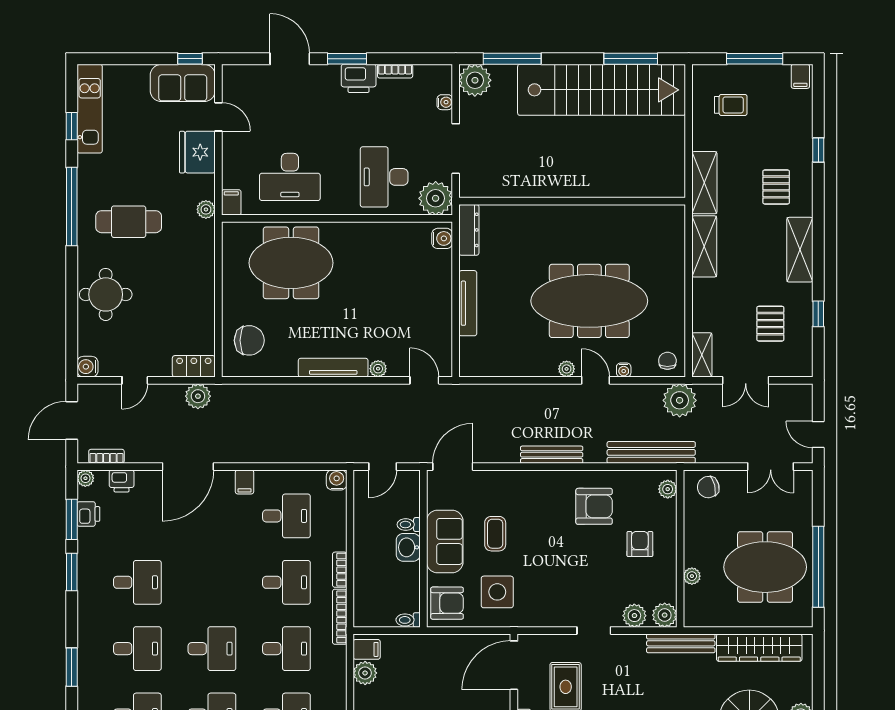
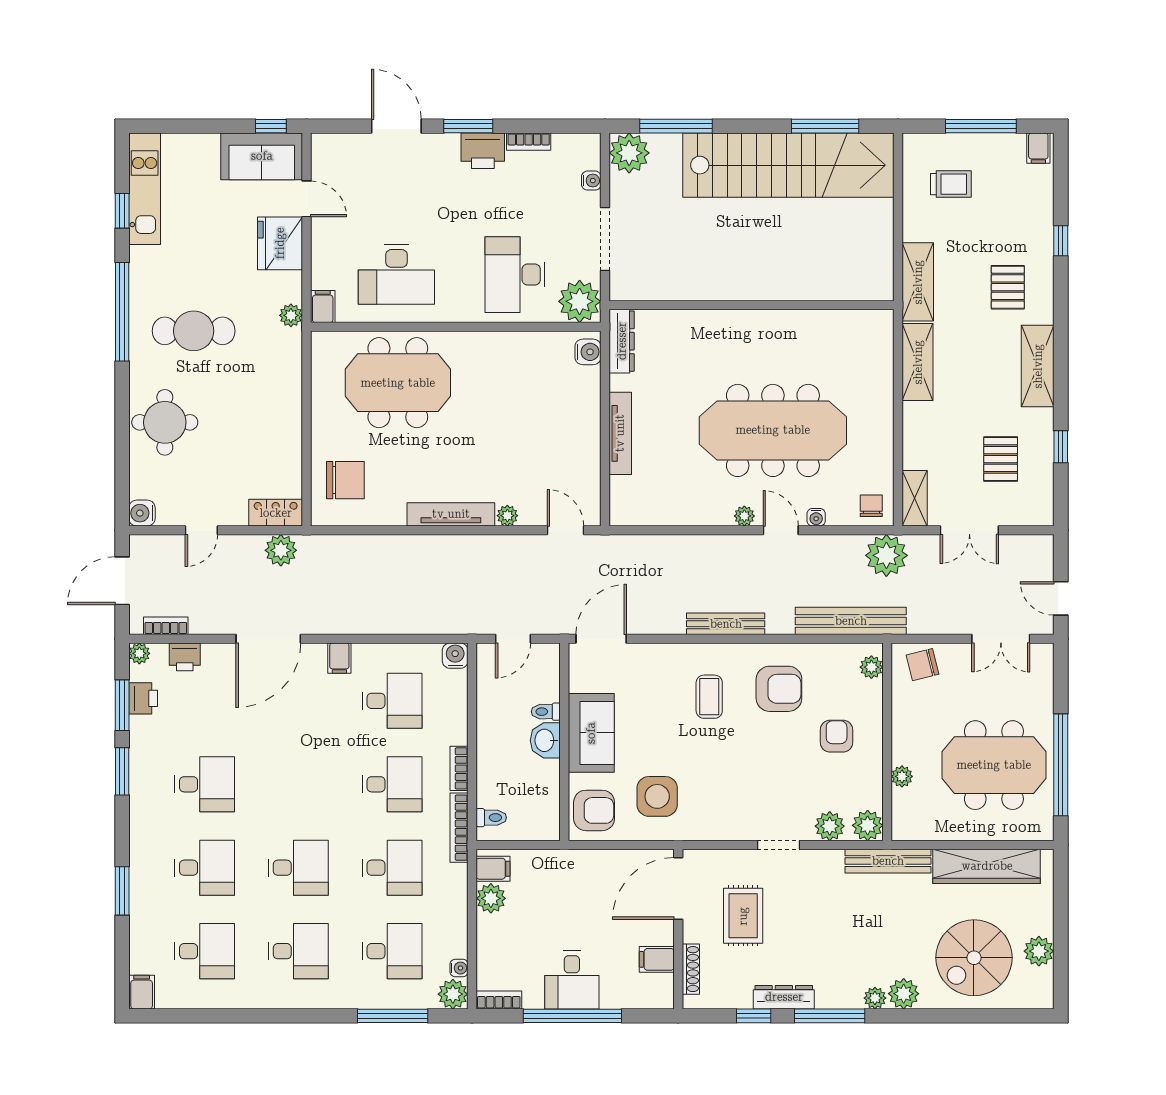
coffee table: (495, 534) -> (709, 697), moved
toilet: (408, 620) -> (491, 818), moved, turned 180

